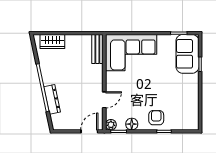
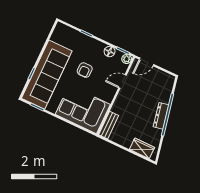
sofa: (187, 54) -> (47, 75), width x1.85, depth x1.27
dresser: (52, 99) -> (161, 116), moved
armchair: (156, 118) -> (85, 70), moved

